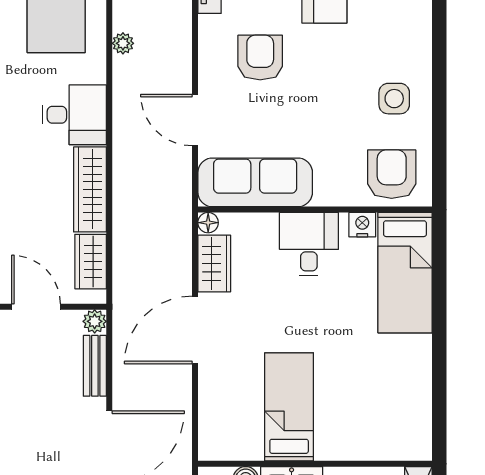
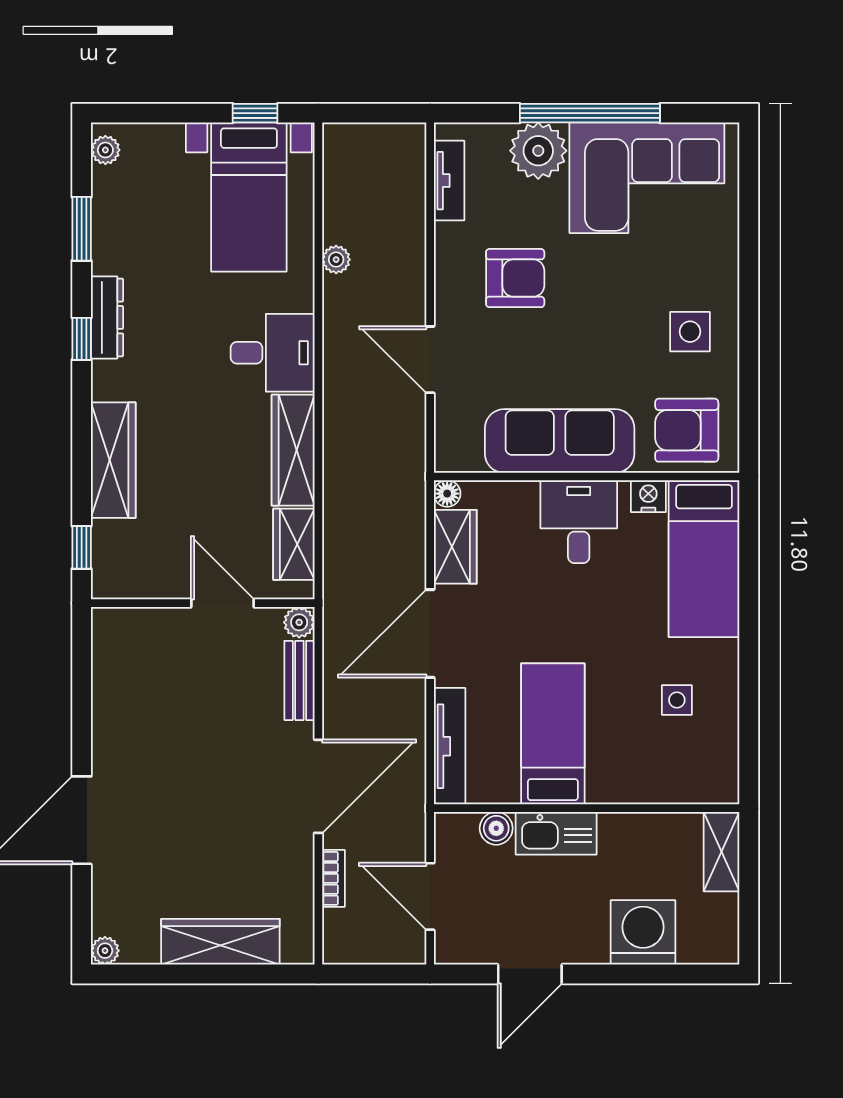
armchair: (260, 58) -> (515, 278), turned 90
armchair: (392, 174) -> (687, 430), turned -90
sofa: (255, 182) -> (560, 441), moved
side table: (384, 381) -> (677, 700), added
tv unit: (210, 416) -> (450, 746), added

